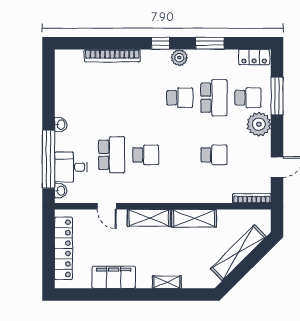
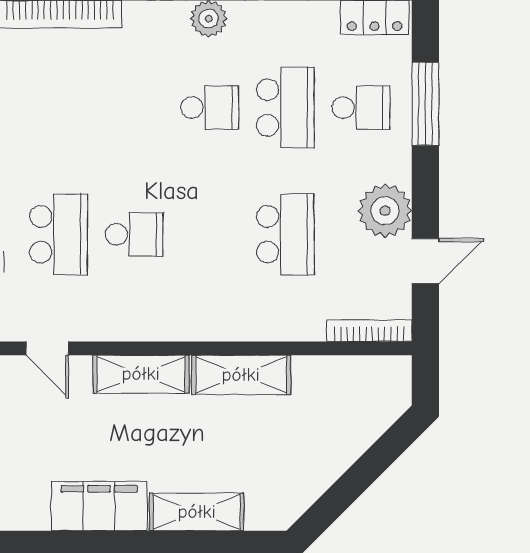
plant: (259, 124) -> (385, 211), moved
school desk: (214, 155) -> (285, 234), width x1.85
shelving: (238, 253) -> (339, 451), removed
filing cabinet: (114, 277) -> (99, 506), moved
shelving: (167, 282) -> (197, 512), width x1.50, depth x1.33

